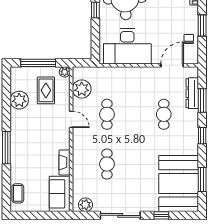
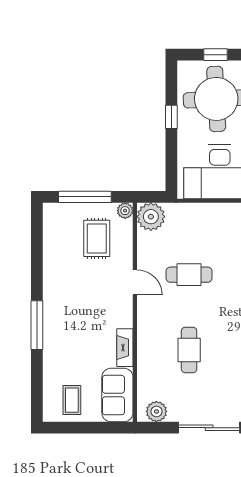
plant: (82, 89) -> (151, 217), moved
plant: (19, 100) -> (56, 253), removed
cafe table: (107, 114) -> (189, 275), turned 90
coffee table: (18, 193) -> (72, 400), moved

